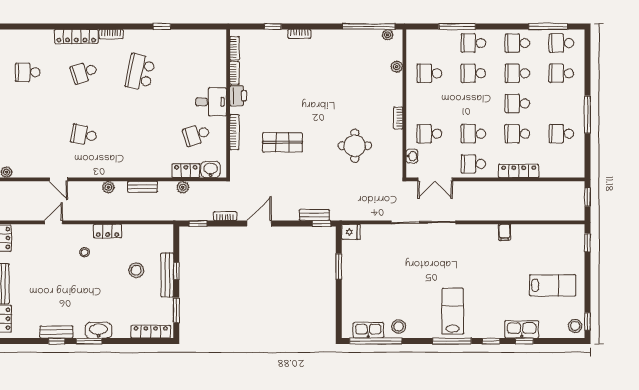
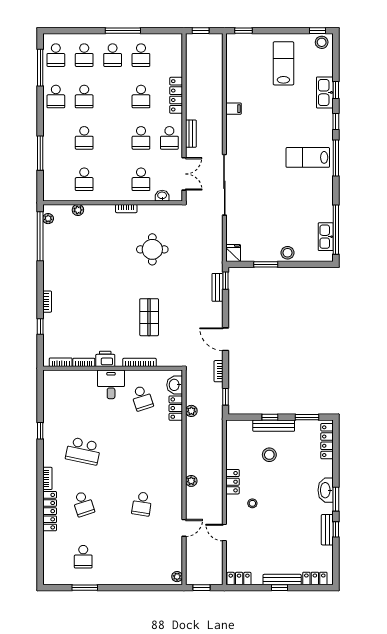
school desk: (473, 43) -> (56, 138), removed
school desk: (517, 104) -> (113, 55), moved
bench: (143, 187) -> (191, 134), moved
stool: (399, 327) -> (288, 253), moved

